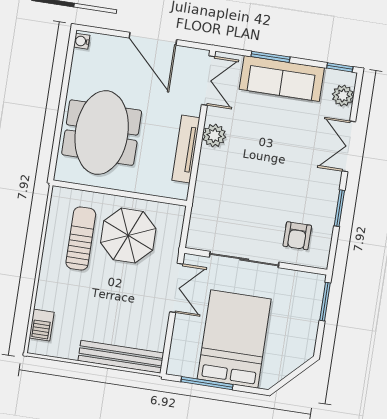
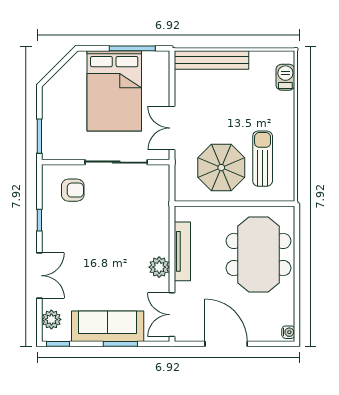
window: (339, 208) -> (39, 220), width x0.67
armchair: (297, 236) -> (73, 190), turned 90
sun lounger: (81, 239) -> (263, 159), turned 180

